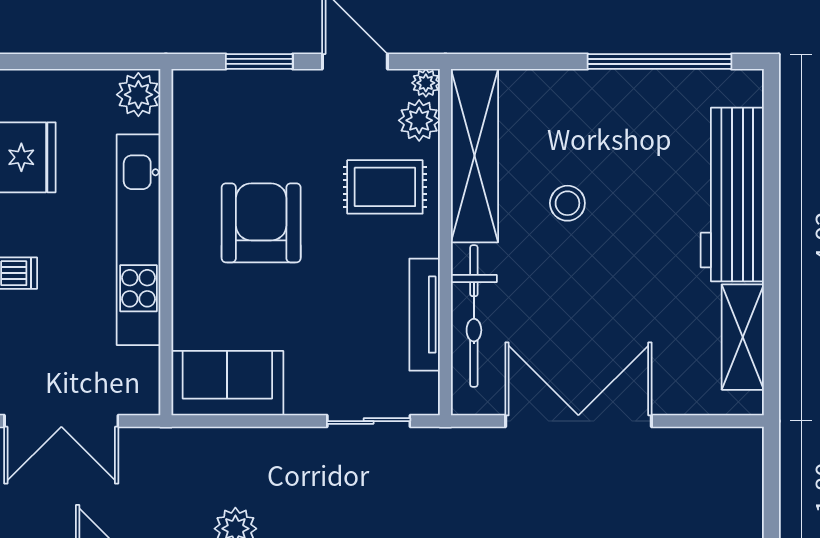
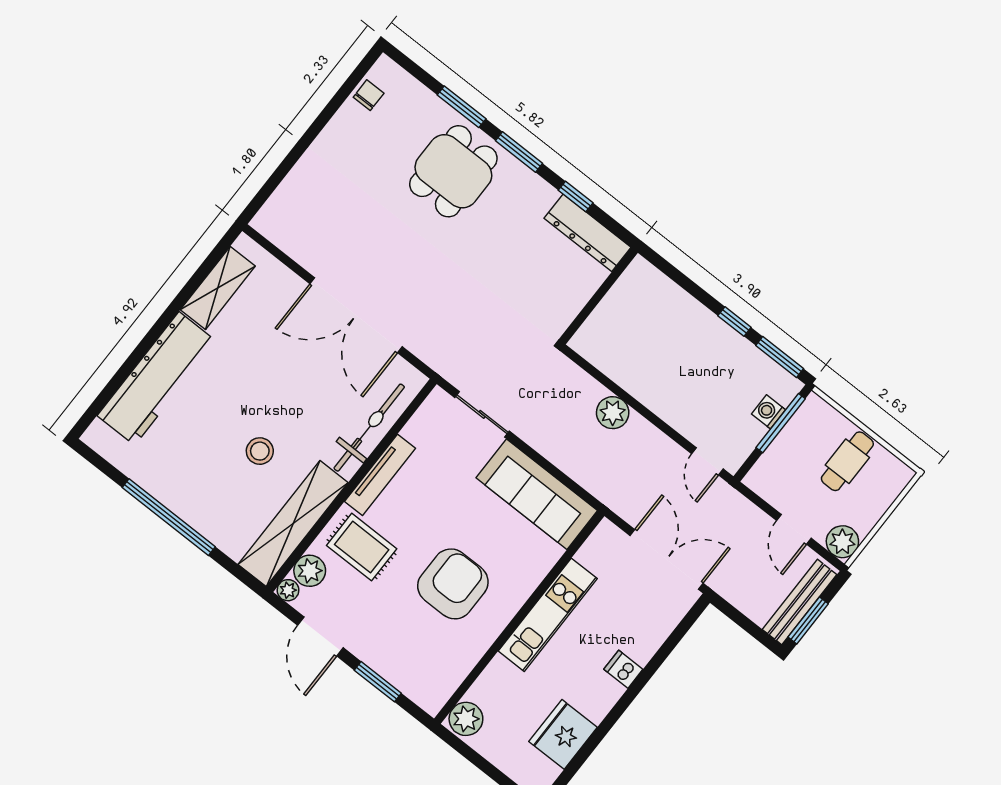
window: (659, 61) -> (169, 517), moved
armchair: (261, 223) -> (453, 584), turned 180
kitchen unit: (138, 240) -> (548, 615), width x0.73
tv unit: (425, 315) -> (380, 475), moved
sofa: (227, 383) -> (537, 494), width x1.36

